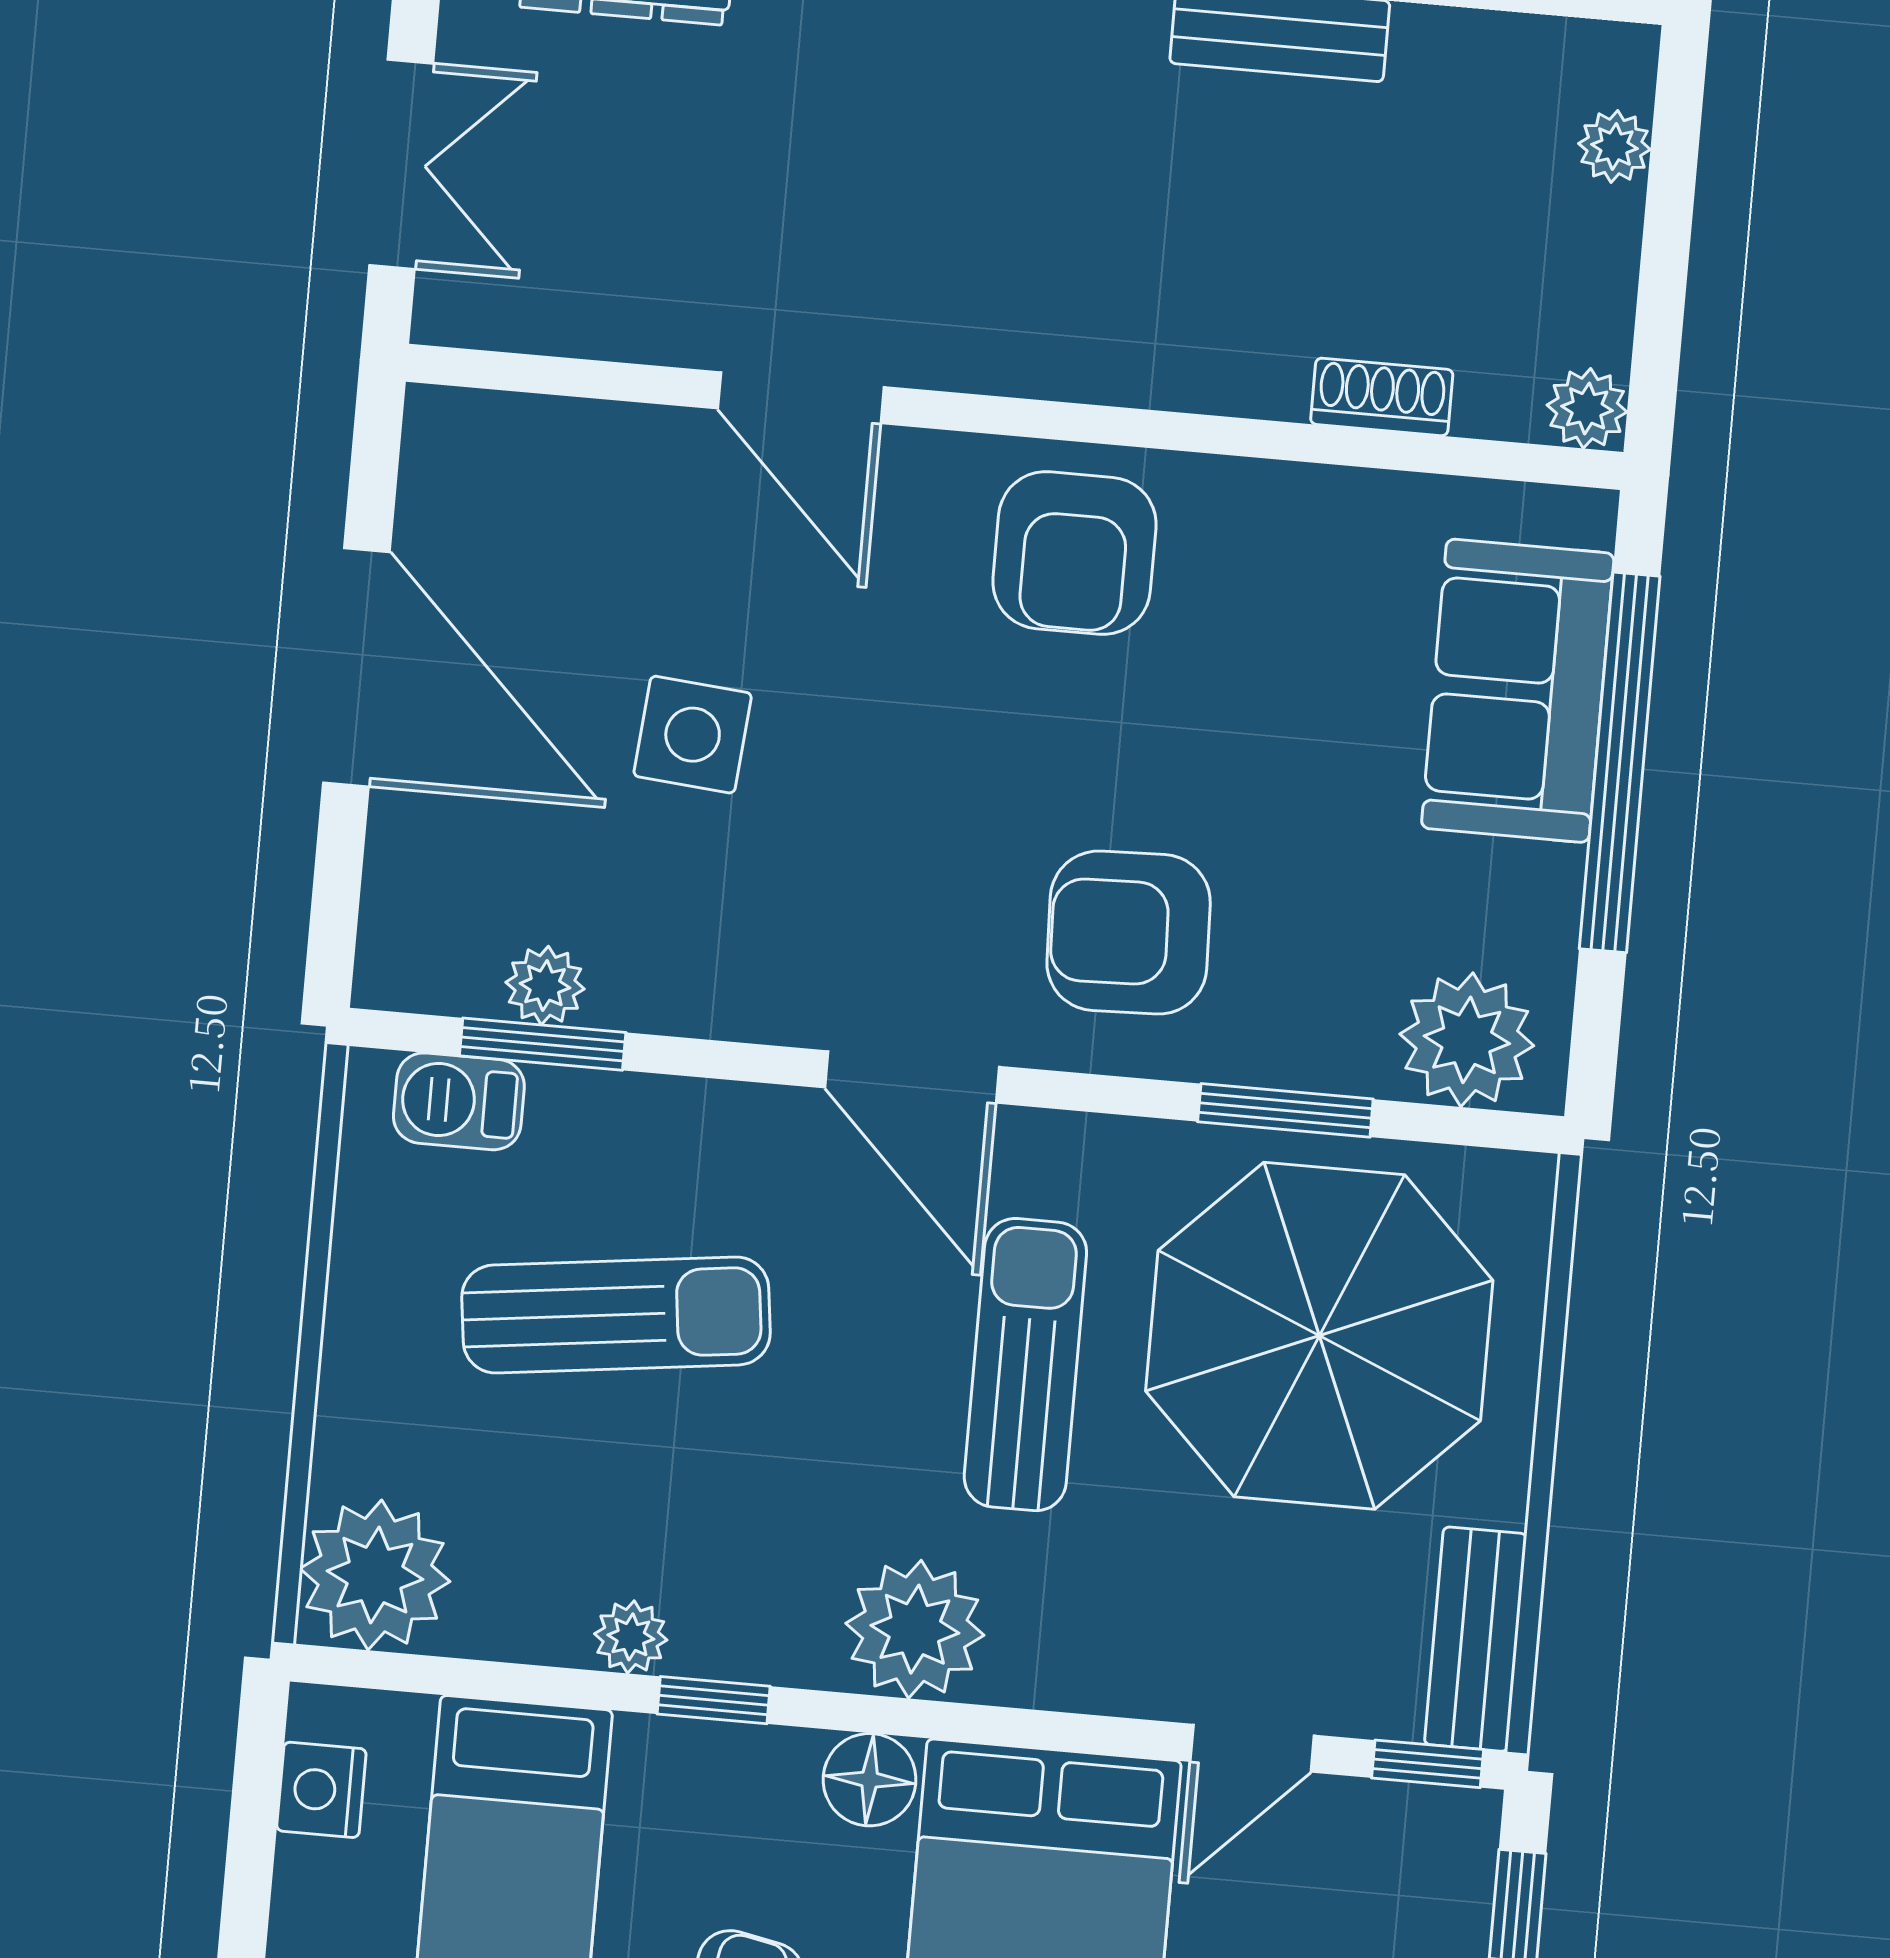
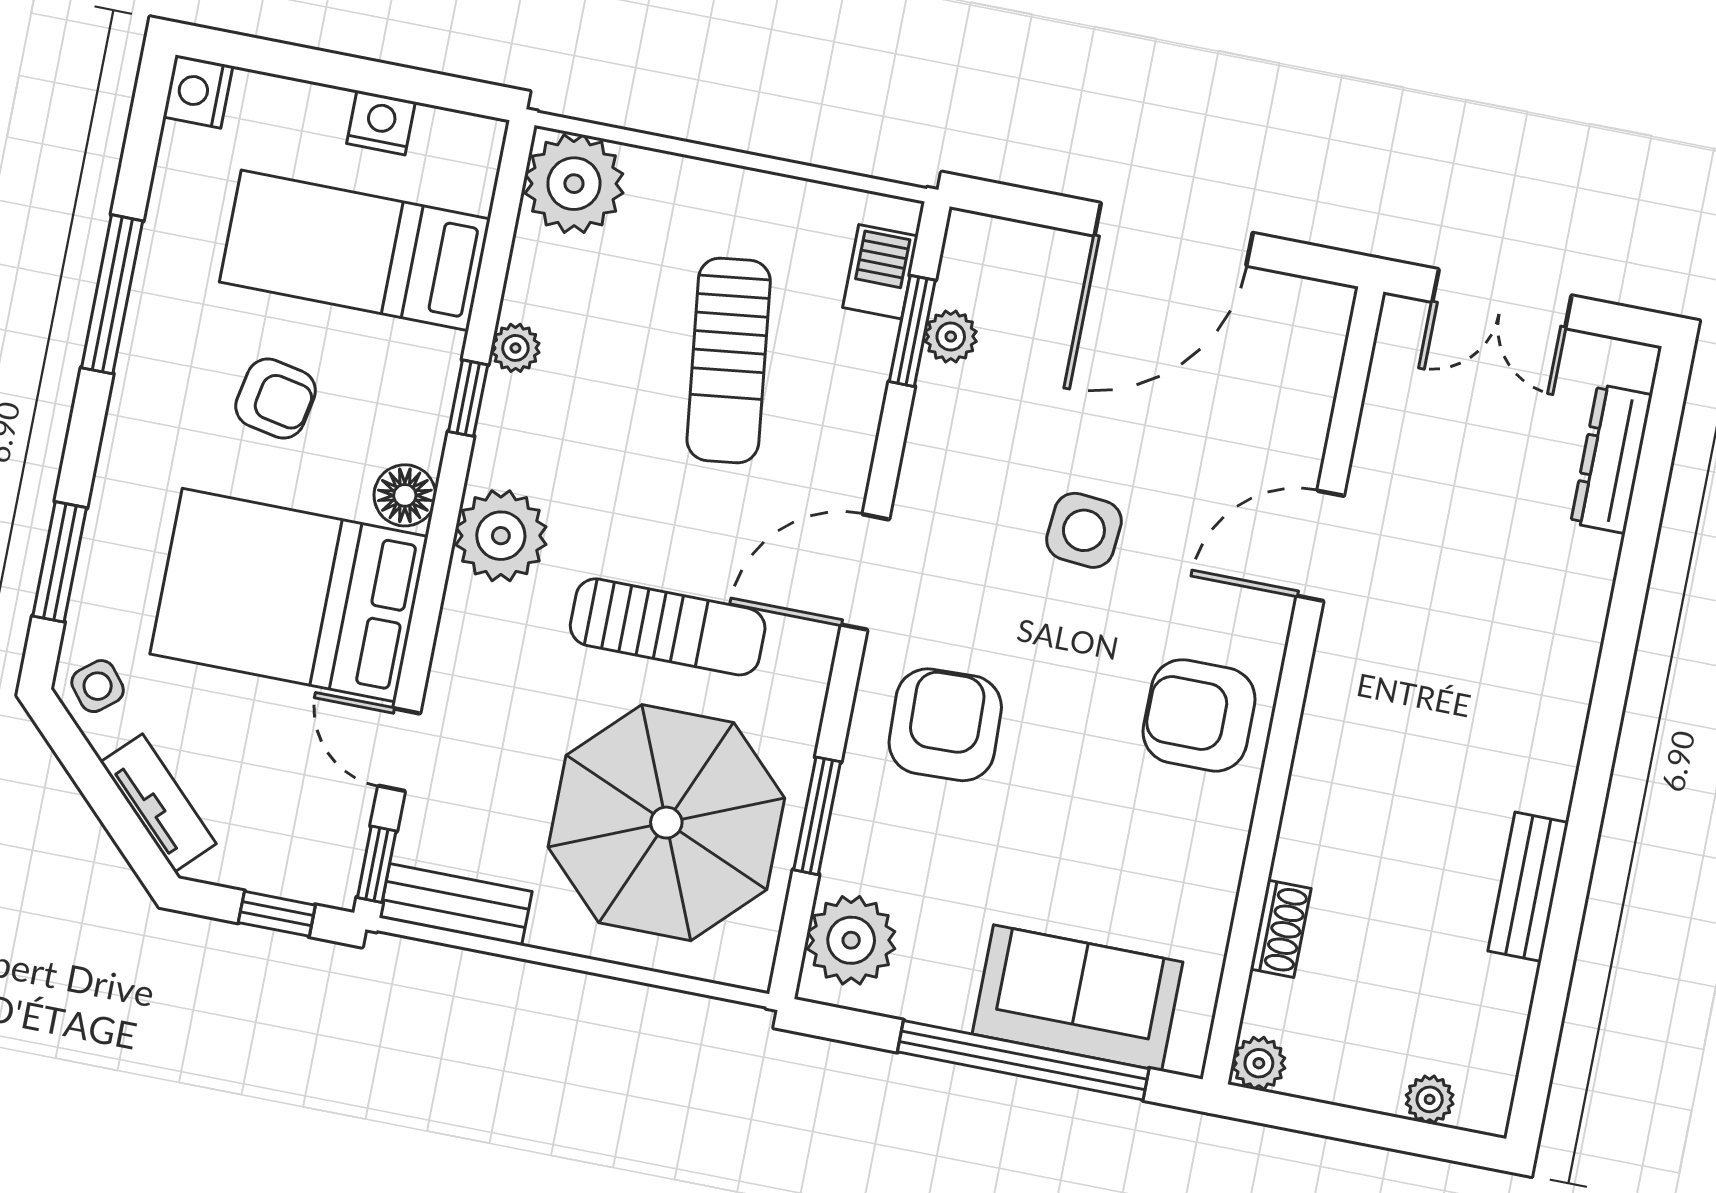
side table: (693, 735) -> (1084, 530), moved
nightstand: (321, 1790) -> (381, 123), moved

